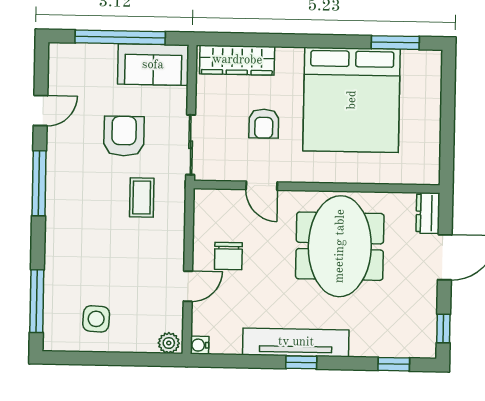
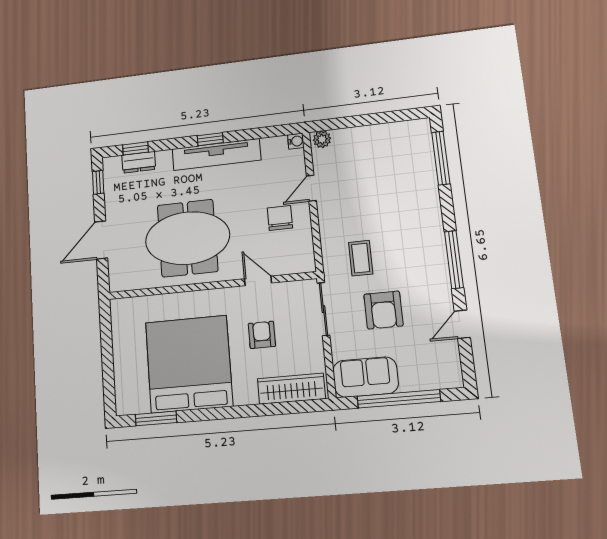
dresser: (428, 213) -> (139, 162), moved, turned 90
meeting table: (340, 246) -> (187, 238), turned 90
side table: (96, 319) -> (387, 150), removed

